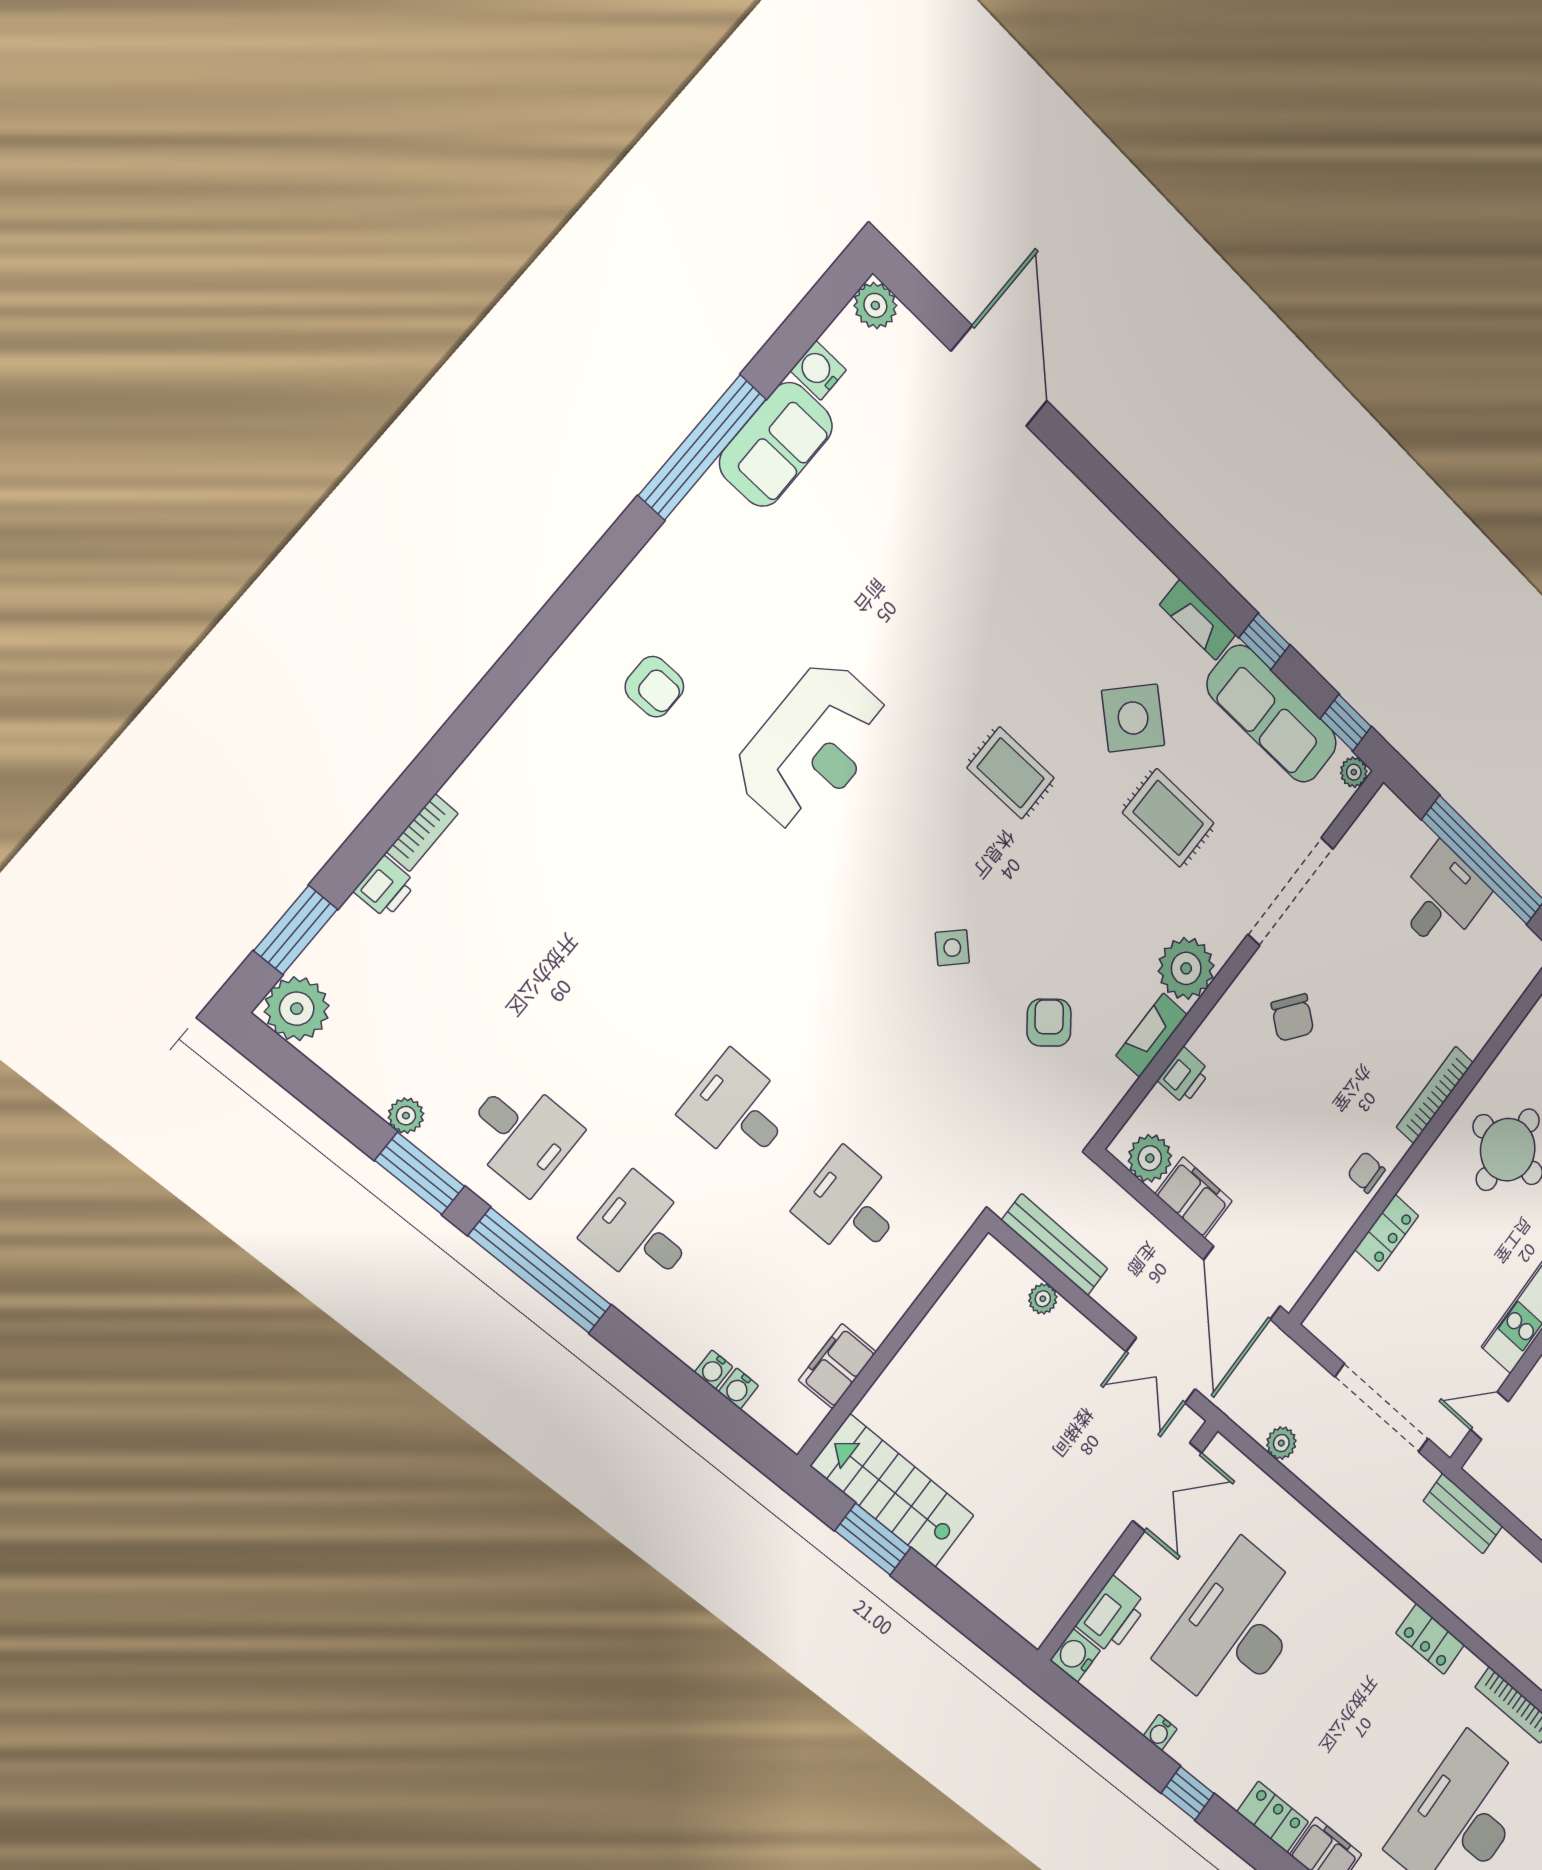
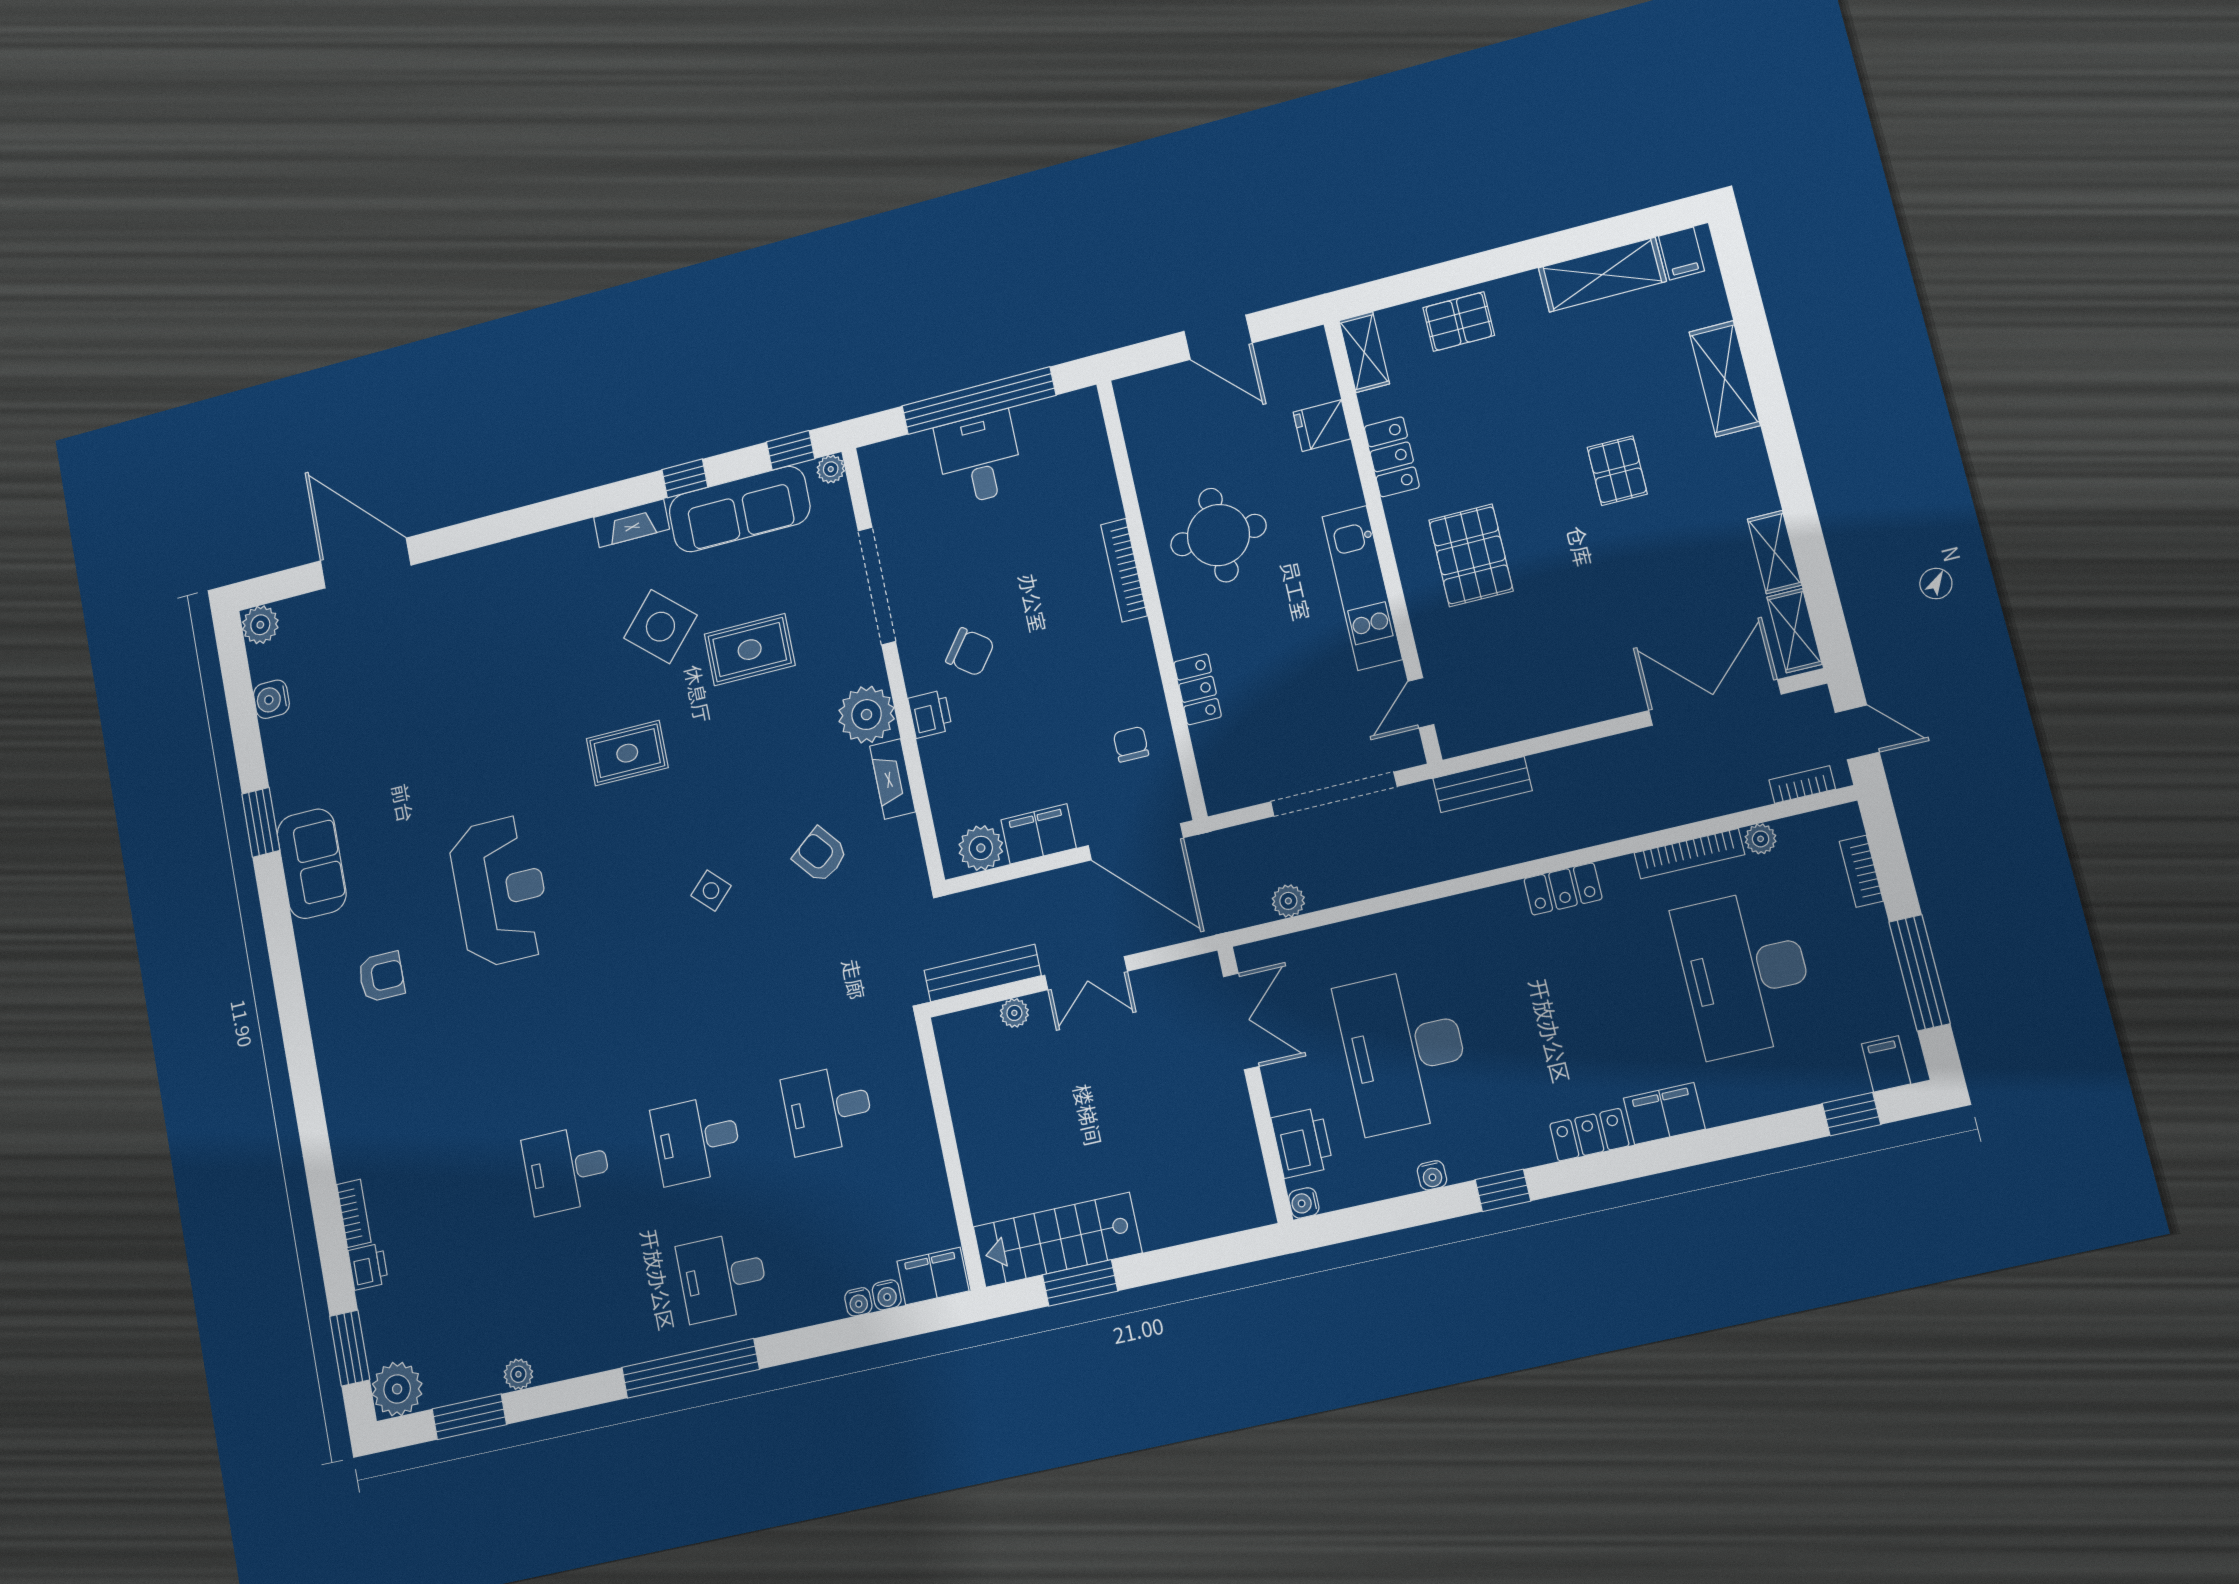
sofa: (776, 444) -> (312, 864), moved
window: (703, 447) -> (261, 822), width x0.47
printer: (1184, 1076) -> (930, 714), moved
desk: (522, 1134) -> (567, 1169), moved, turned 180
chair: (1366, 1172) -> (1131, 744), moved, turned 90
window: (420, 1173) -> (469, 1417), moved
filing cabinet: (837, 1366) -> (933, 1276), moved, turned 90
double door: (1161, 1370) -> (1086, 973), moved
water cooler: (1075, 1656) -> (1304, 1203), width x0.72, depth x0.72

